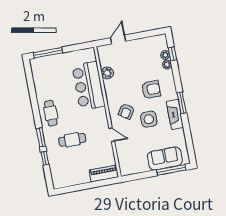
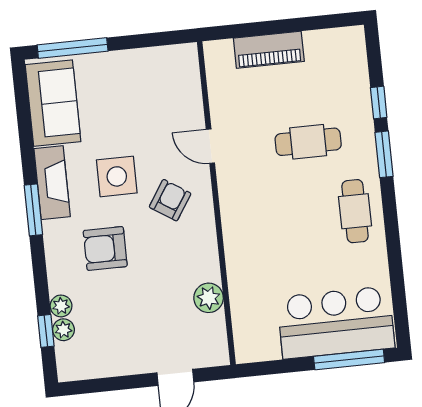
bar counter: (88, 86) -> (336, 323), moved, turned -90
sofa: (165, 158) -> (53, 103), moved, turned -90
piano: (104, 174) -> (269, 50), moved

